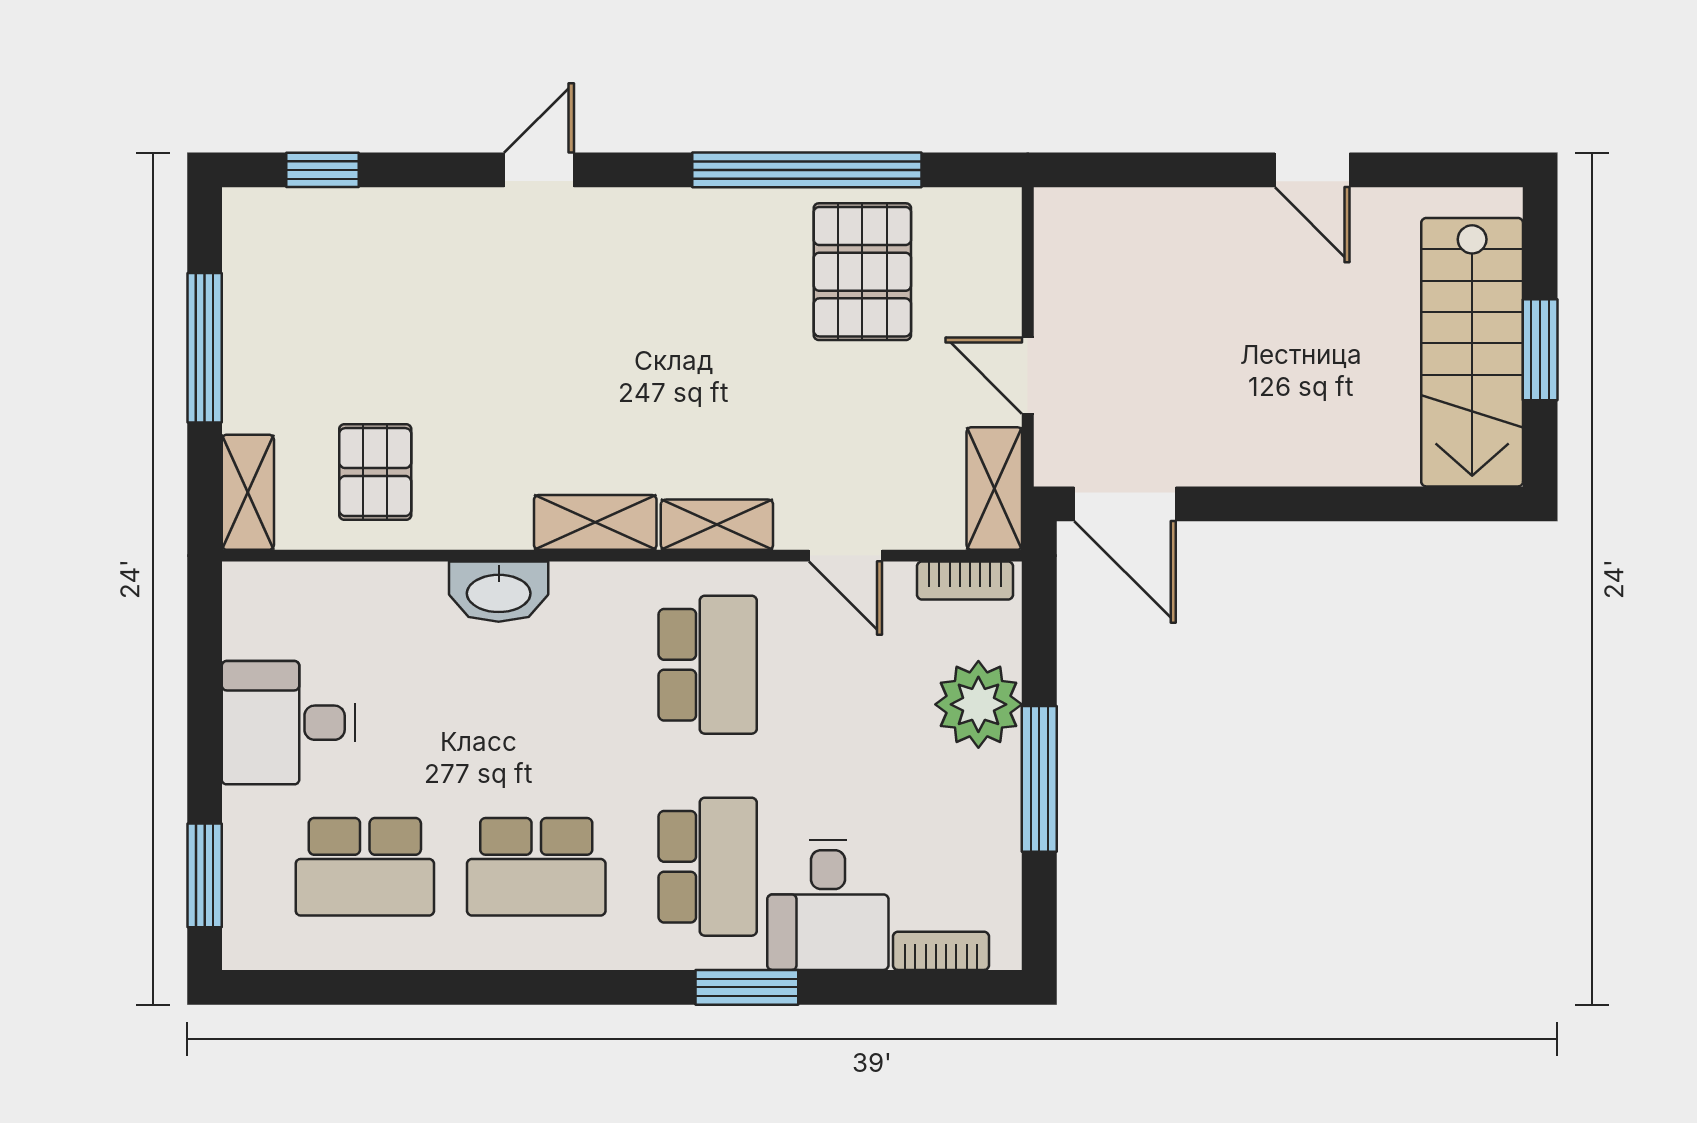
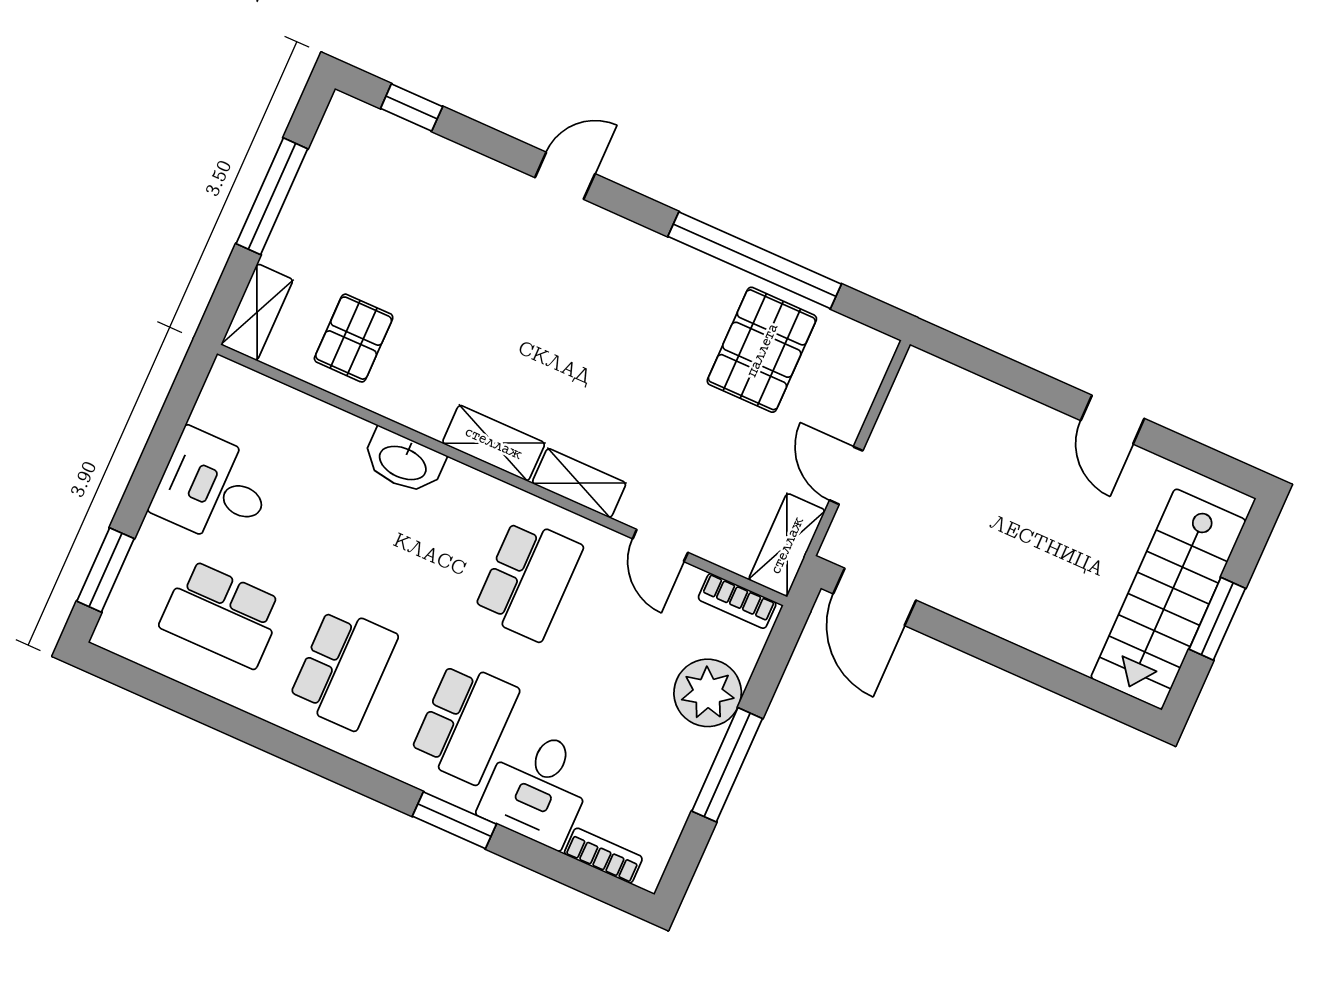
school desk: (536, 867) -> (343, 668), turned -90

